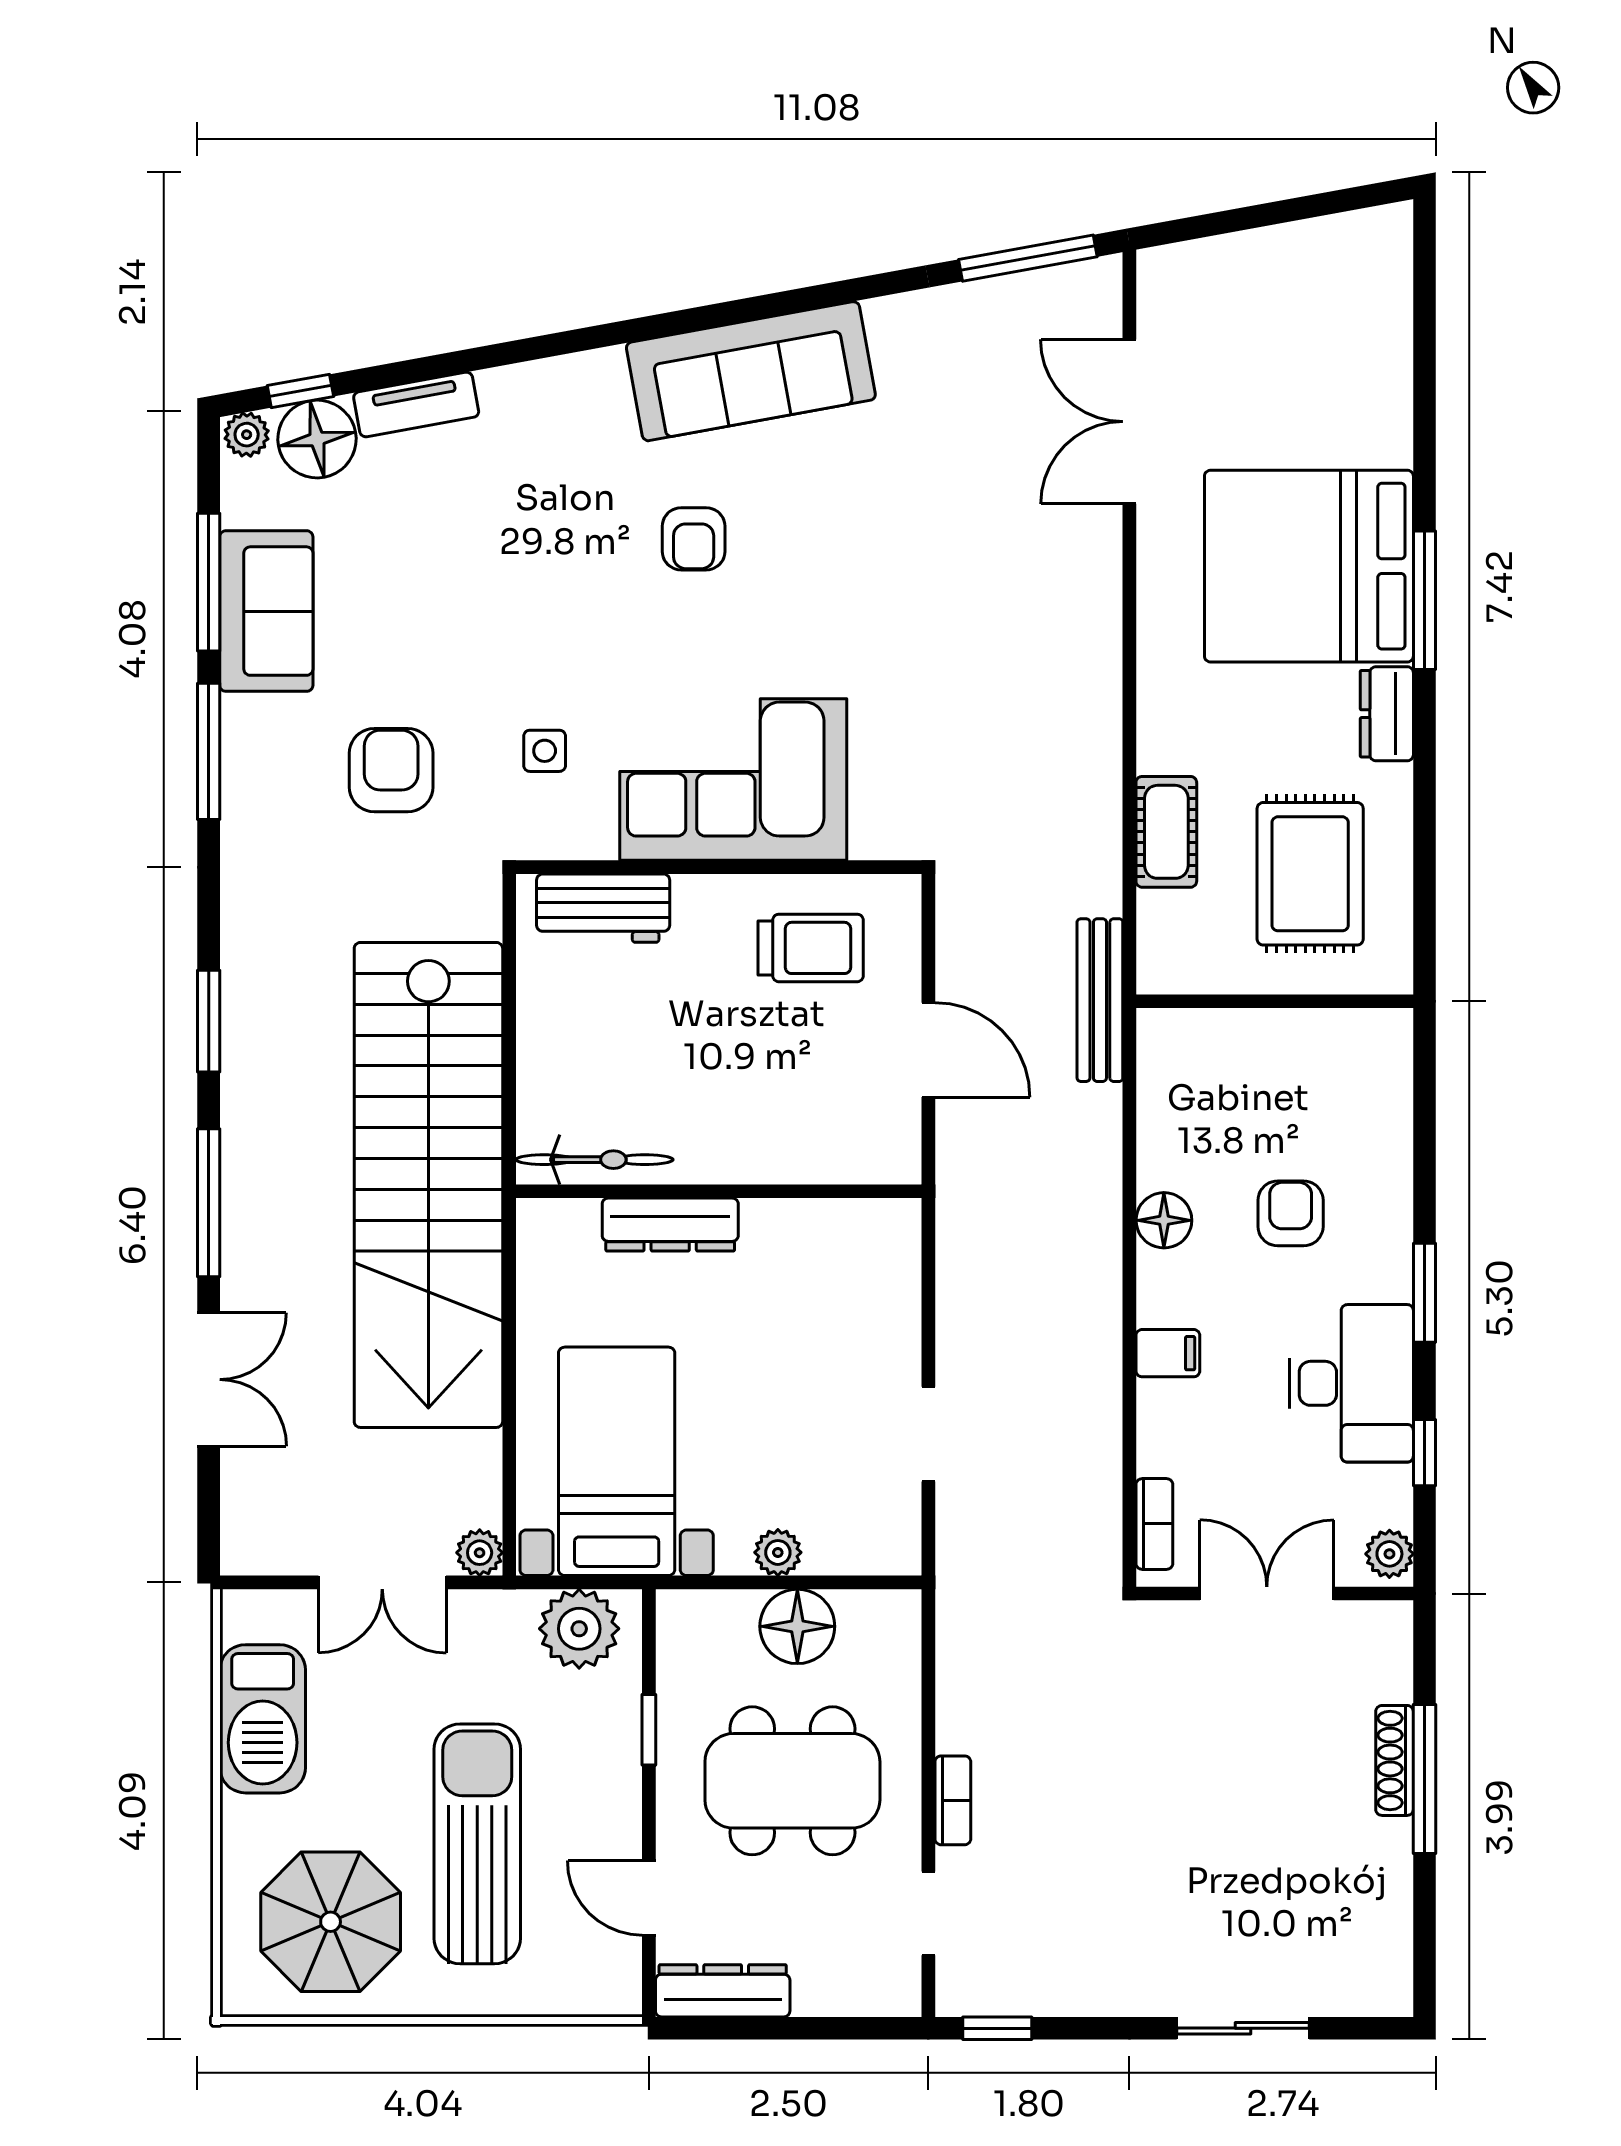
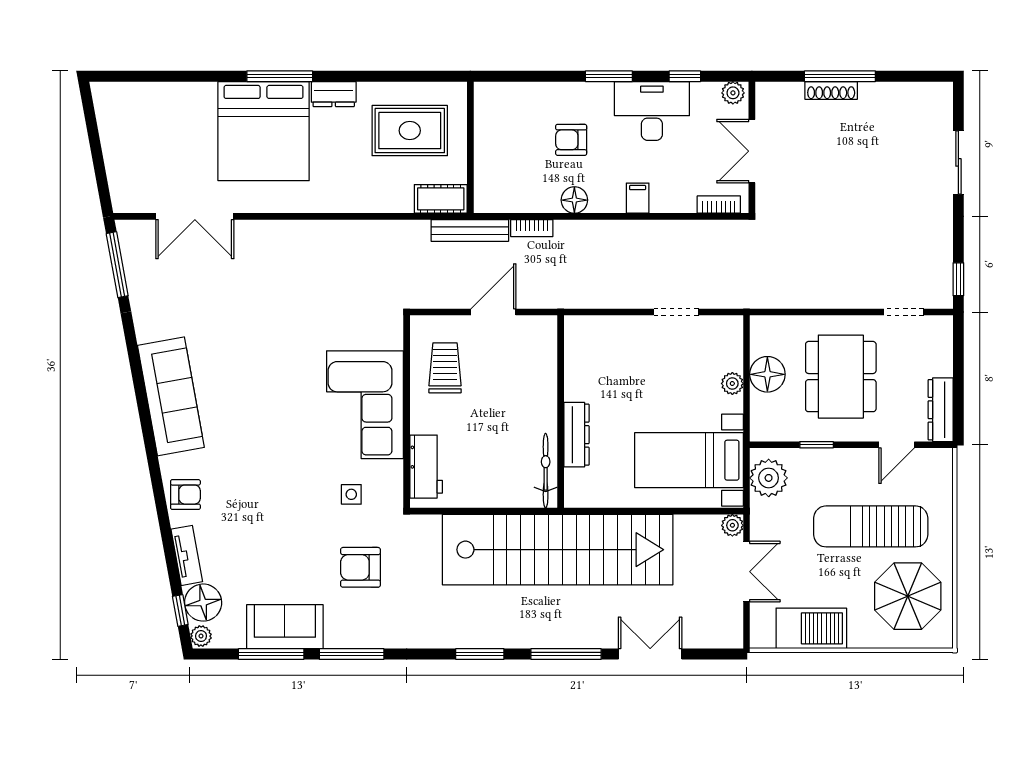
armchair: (694, 539) -> (185, 495), moved
cot: (1166, 832) -> (441, 199), moved
bookcase: (953, 1800) -> (532, 228), moved, turned 180

